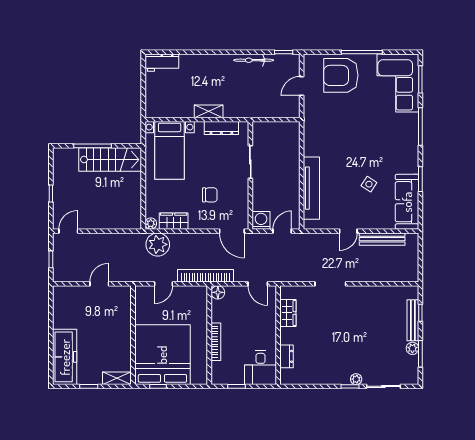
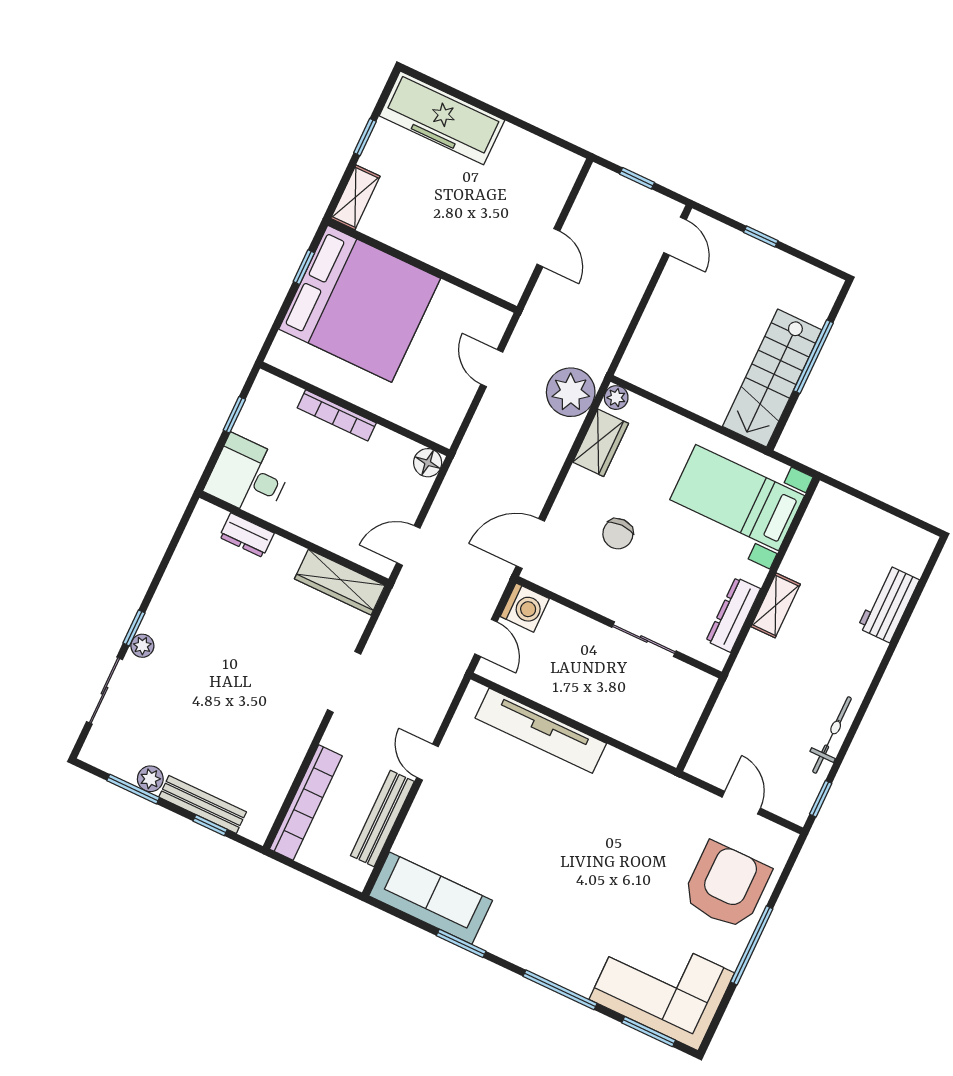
workbench: (162, 63) -> (888, 604), moved
side table: (369, 184) -> (497, 842), removed
bookcase: (205, 276) -> (306, 802), moved
wardrobe: (288, 313) -> (340, 582), width x1.50

